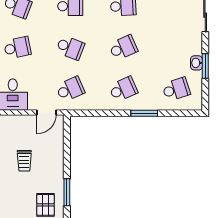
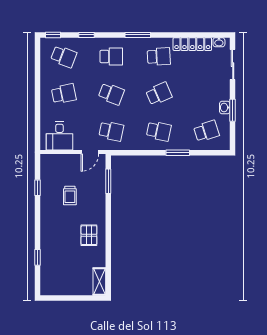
school desk: (70, 89) -> (111, 131), turned 36
school desk: (123, 89) -> (159, 131), turned 36
window: (67, 192) -> (108, 181), moved

